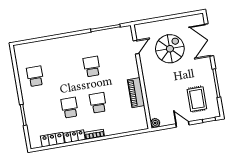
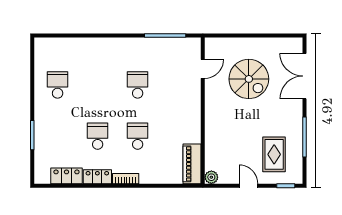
spiral stairs: (170, 49) -> (249, 79), turned 90
piano: (136, 93) -> (192, 164), moved

